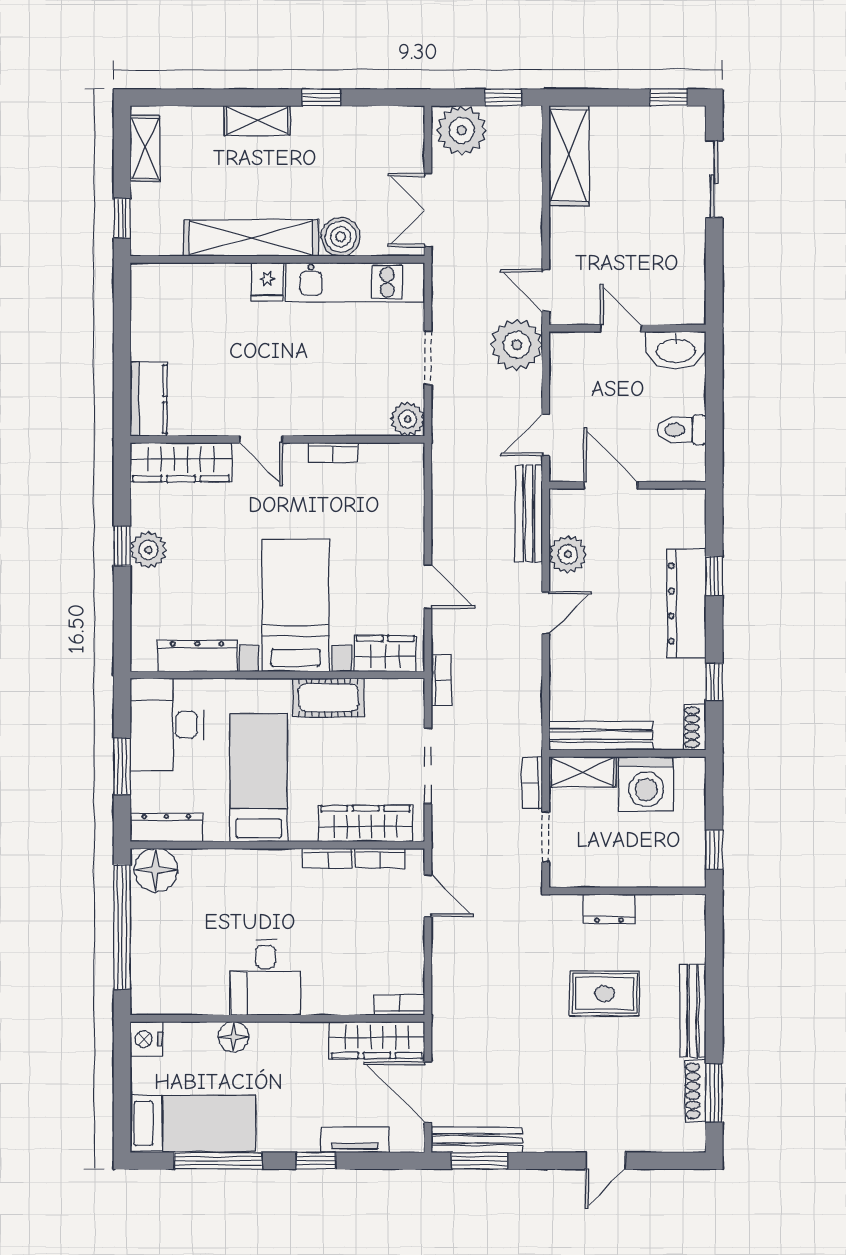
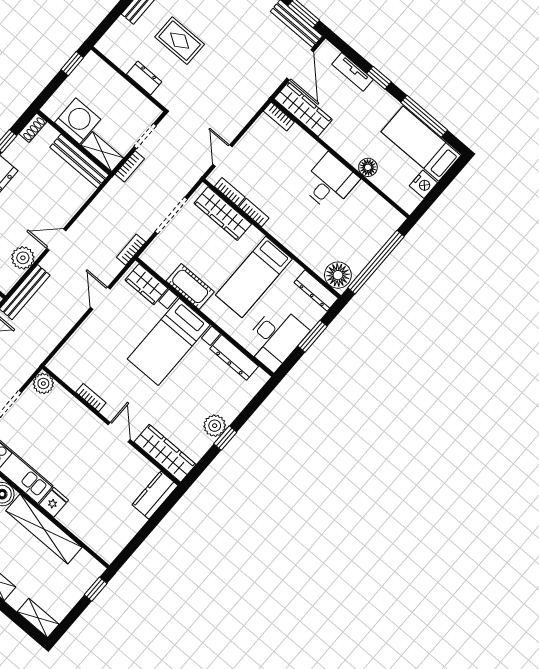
shelving: (145, 148) -> (38, 618), moved, turned 90
nightstand: (146, 1039) -> (423, 184), moved

